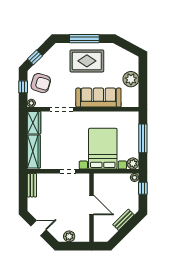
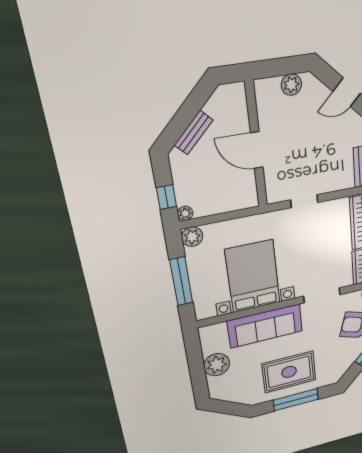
bed with nightstands: (103, 149) -> (253, 276), moved, turned 180

